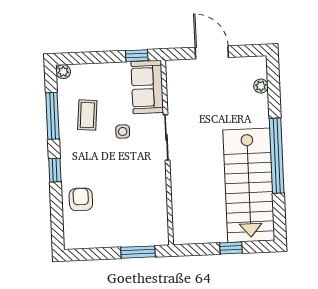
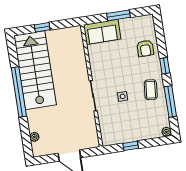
window: (137, 56) -> (131, 146), moved
sofa: (147, 87) -> (102, 32), moved, turned 90
coffee table: (87, 115) -> (151, 90), moved
window: (138, 252) -> (118, 15), moved

